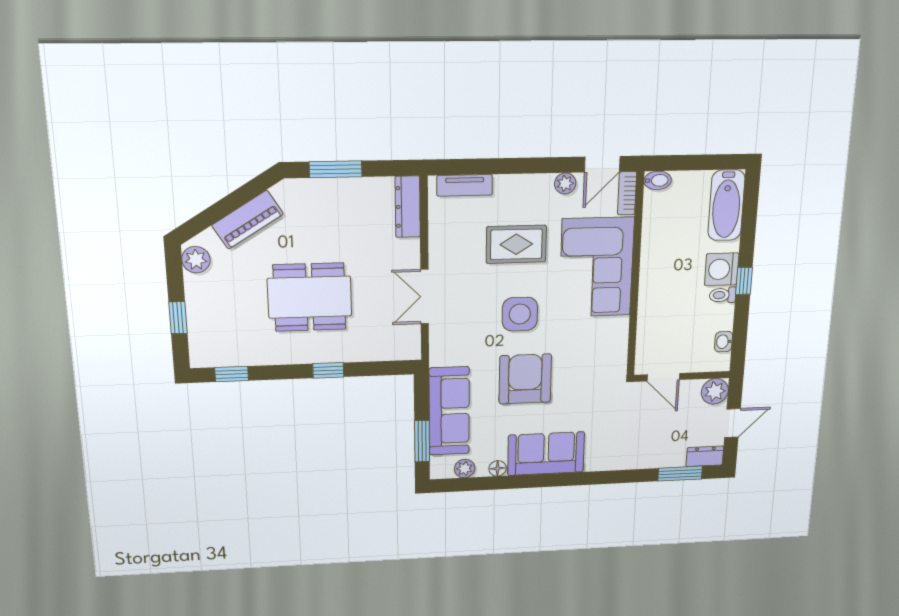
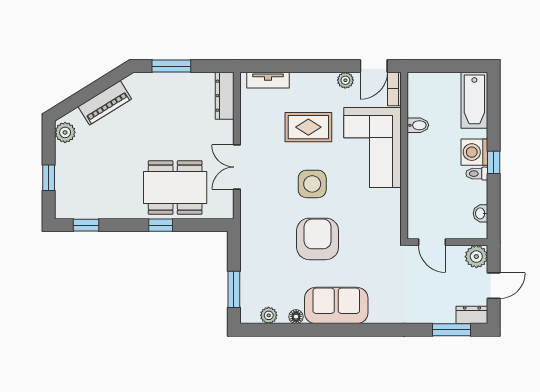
bidet: (658, 180) -> (418, 125), moved
dining table: (310, 297) -> (175, 188), moved
sofa: (449, 411) -> (256, 264), removed

